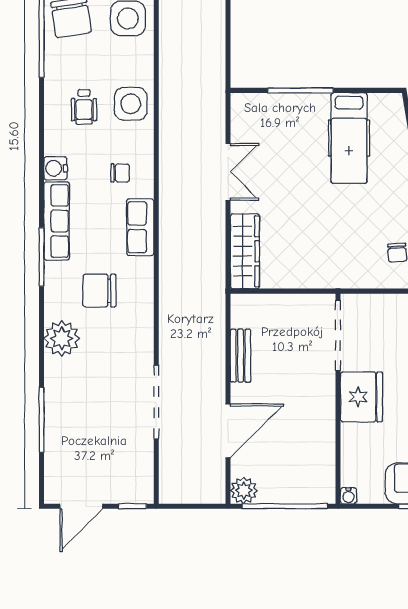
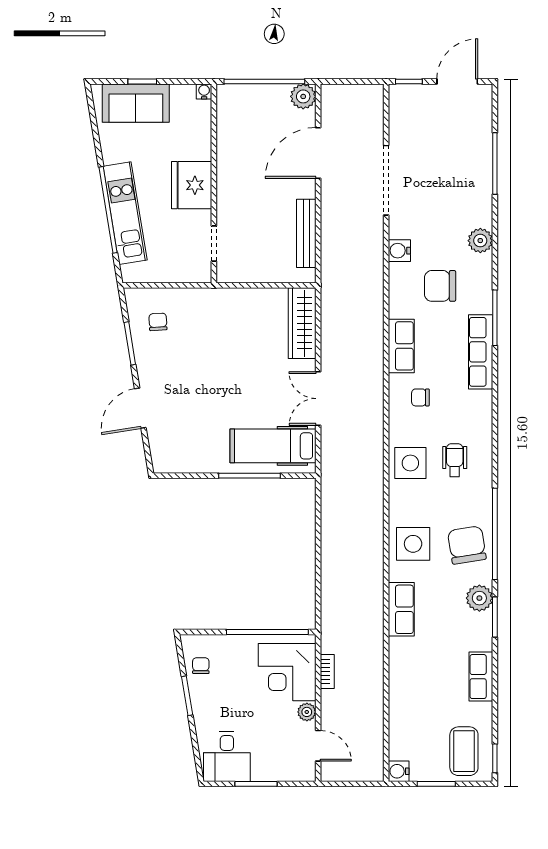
hospital bed: (349, 138) -> (273, 446), moved, turned -90
water cooler: (56, 168) -> (399, 251), moved, turned 180
chair: (99, 291) -> (440, 286), turned 180
doorway: (338, 335) -> (214, 244), width x0.53
plant: (62, 338) -> (480, 241), width x0.73, depth x0.73
bench: (240, 356) -> (306, 233), width x1.36

